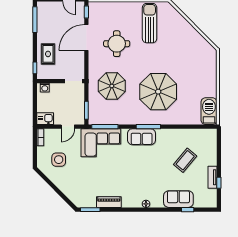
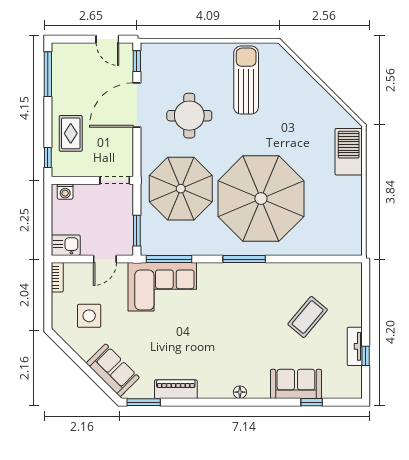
parasol: (112, 86) -> (181, 189), width x1.36, depth x1.36
parasol: (158, 92) -> (261, 199), width x1.36, depth x1.36
barbecue: (209, 111) -> (349, 152), moved
sofa: (142, 137) -> (113, 370), moved, turned -135

